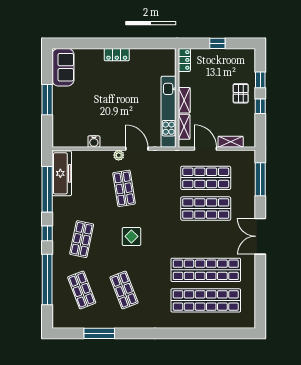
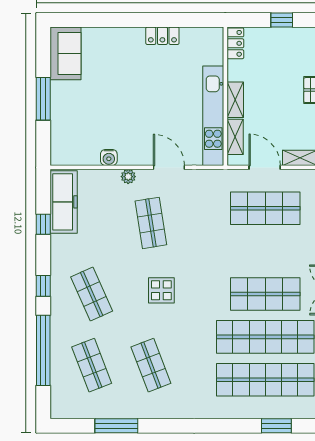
locker: (117, 55) -> (162, 36), moved
plant: (119, 155) -> (128, 177), moved
window: (47, 189) -> (43, 224), width x0.32
shop shelf: (206, 209) -> (265, 294), moved
shop shelf: (82, 239) -> (92, 294), turned -36
window: (214, 333) -> (276, 426), added

